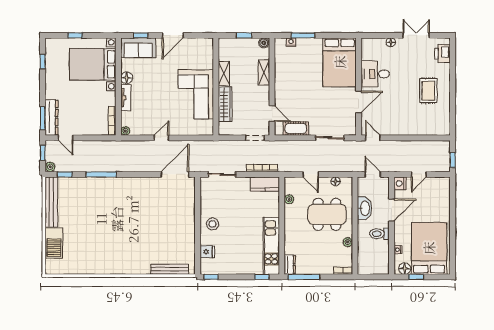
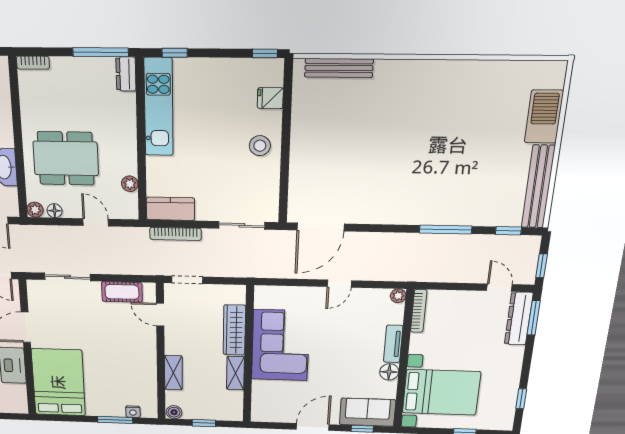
plant: (50, 167) -> (532, 243), removed
plant: (348, 242) -> (35, 210), moved

